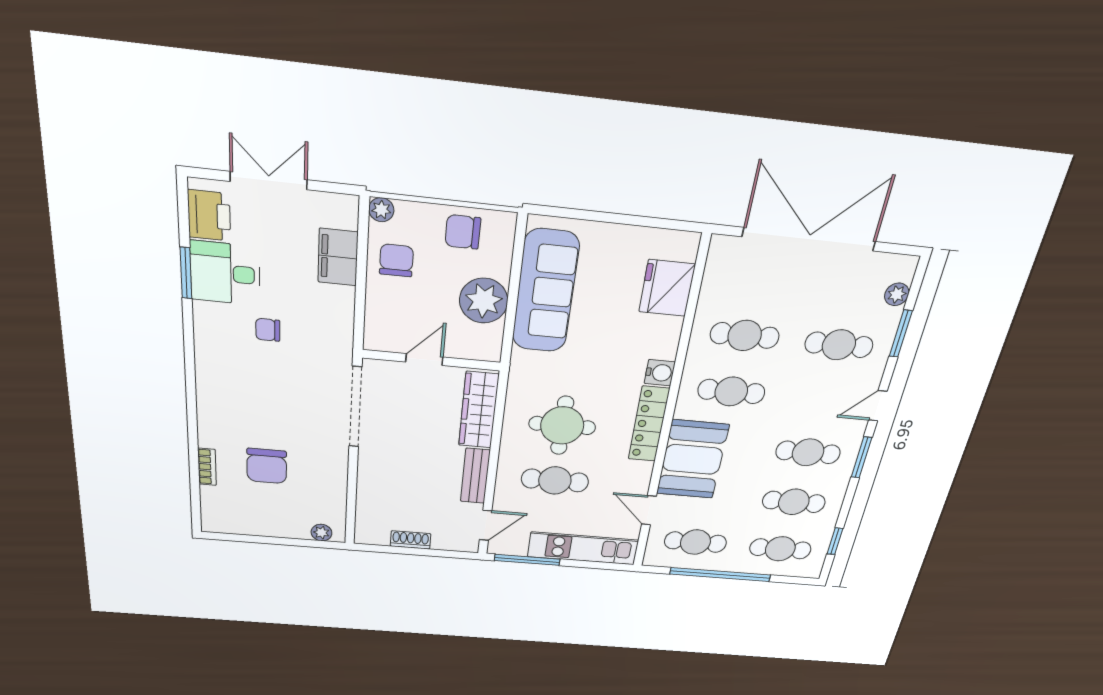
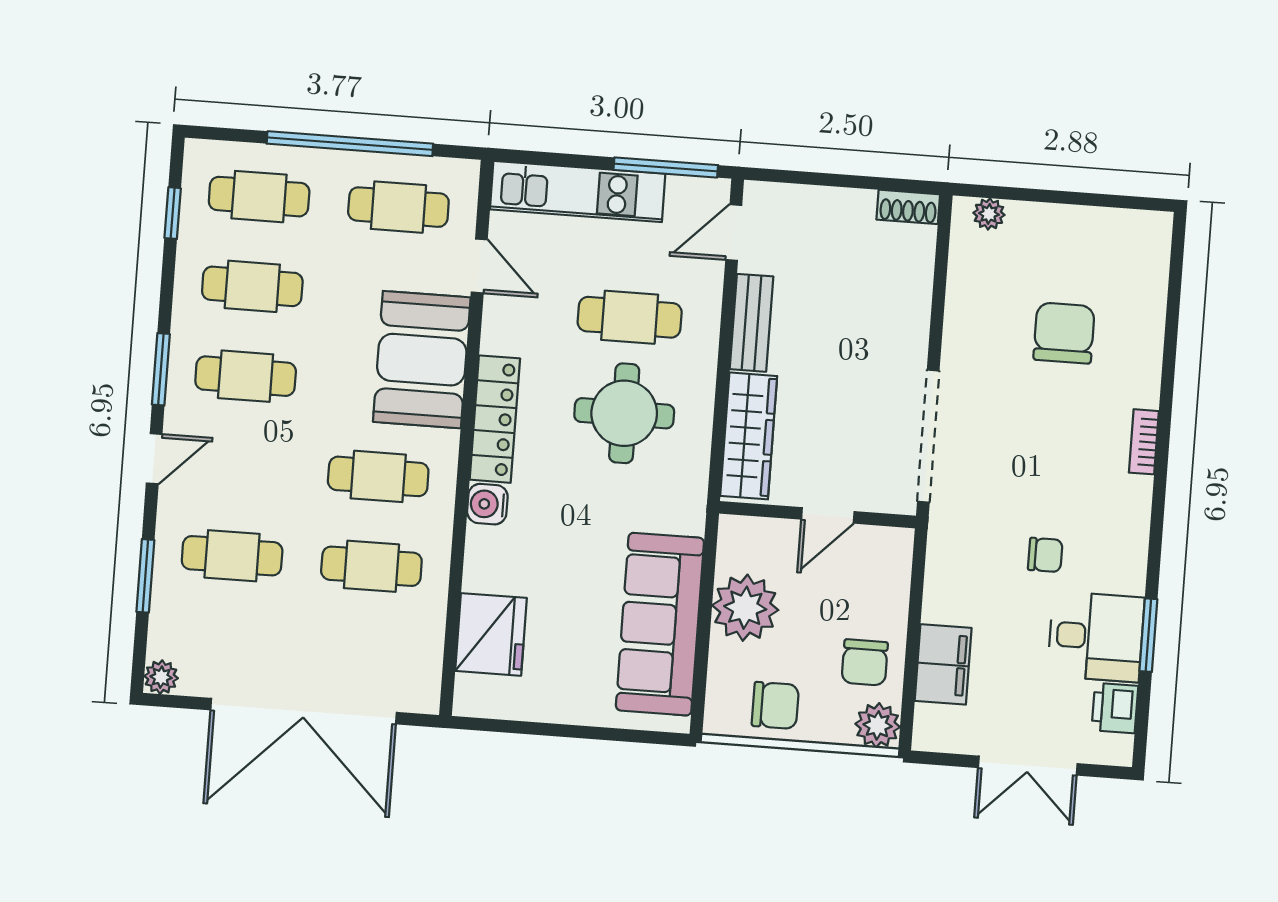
plant: (381, 210) -> (878, 725), width x1.38, depth x1.38
printer: (209, 215) -> (1115, 708), width x0.73, depth x0.81
plant: (897, 294) -> (161, 677), moved
bookcase: (207, 467) -> (1144, 442), moved
shoe rack: (411, 540) -> (908, 207), moved

